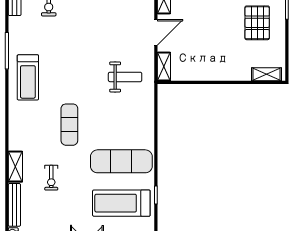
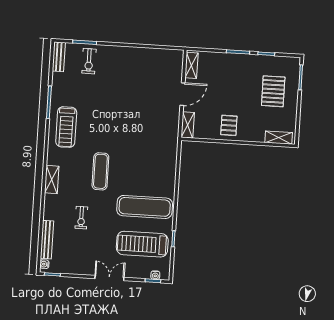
pallet: (210, 64) -> (229, 125), added
weight bench: (125, 77) -> (153, 132), removed
shelving: (15, 167) -> (52, 180), moved

